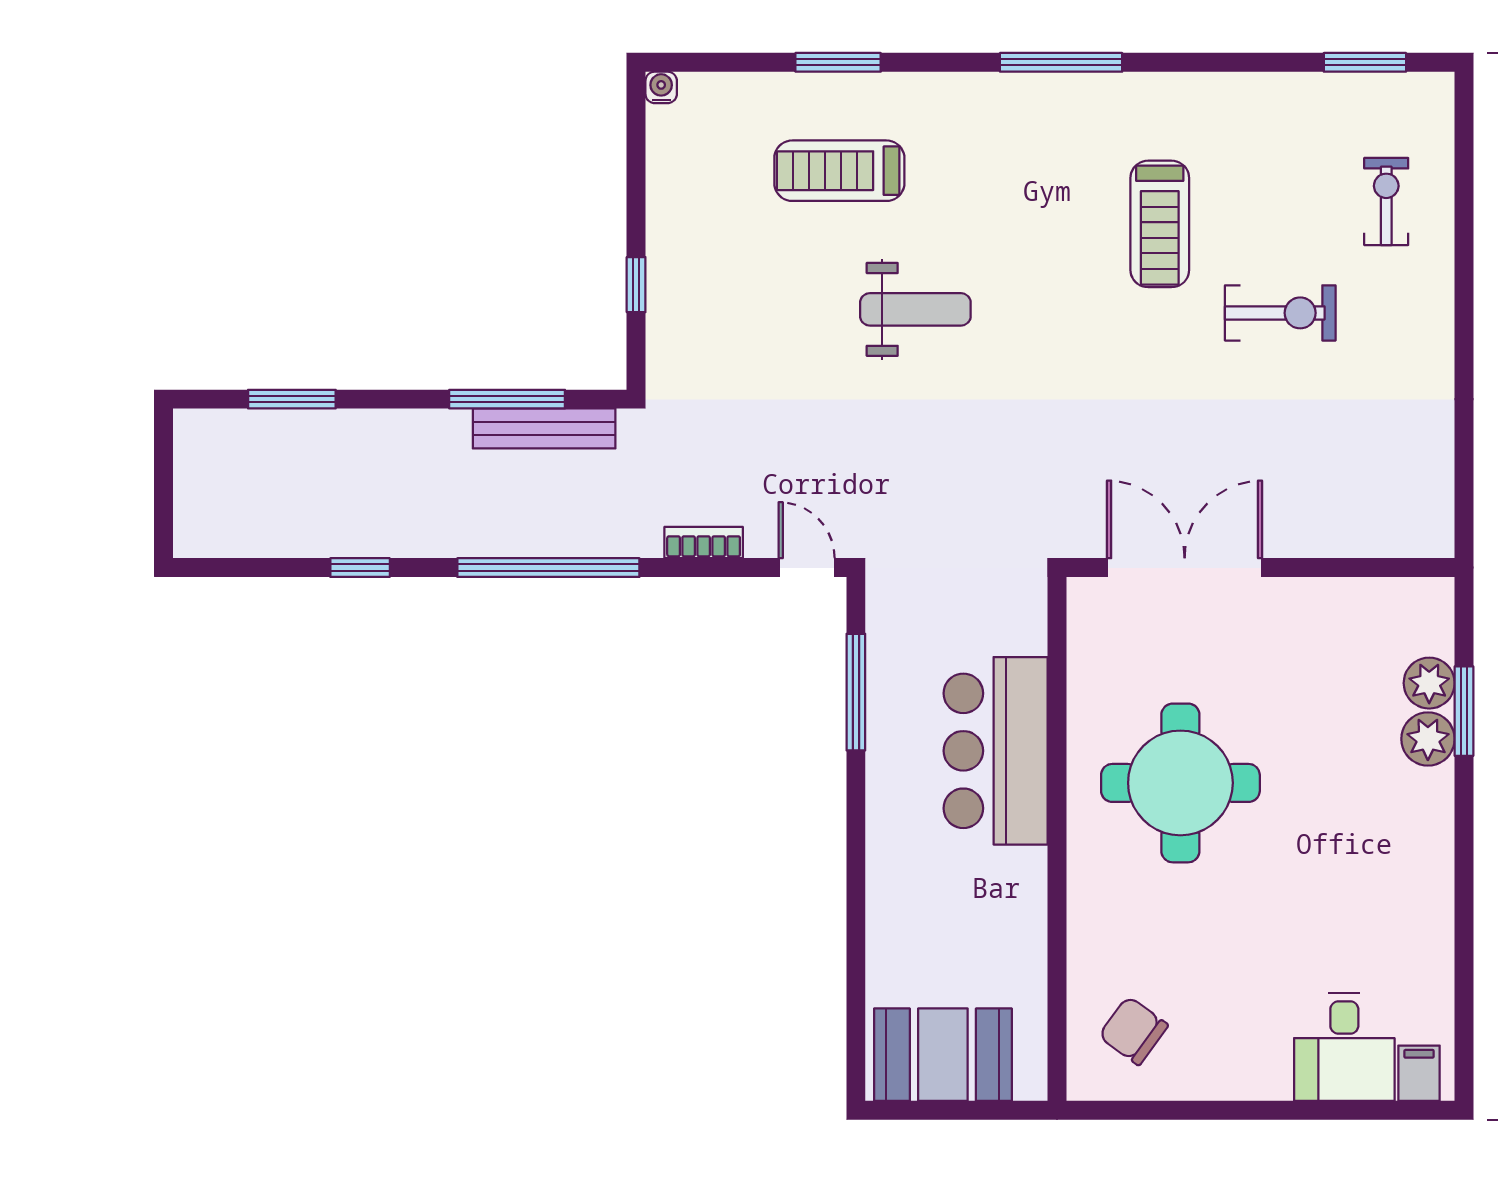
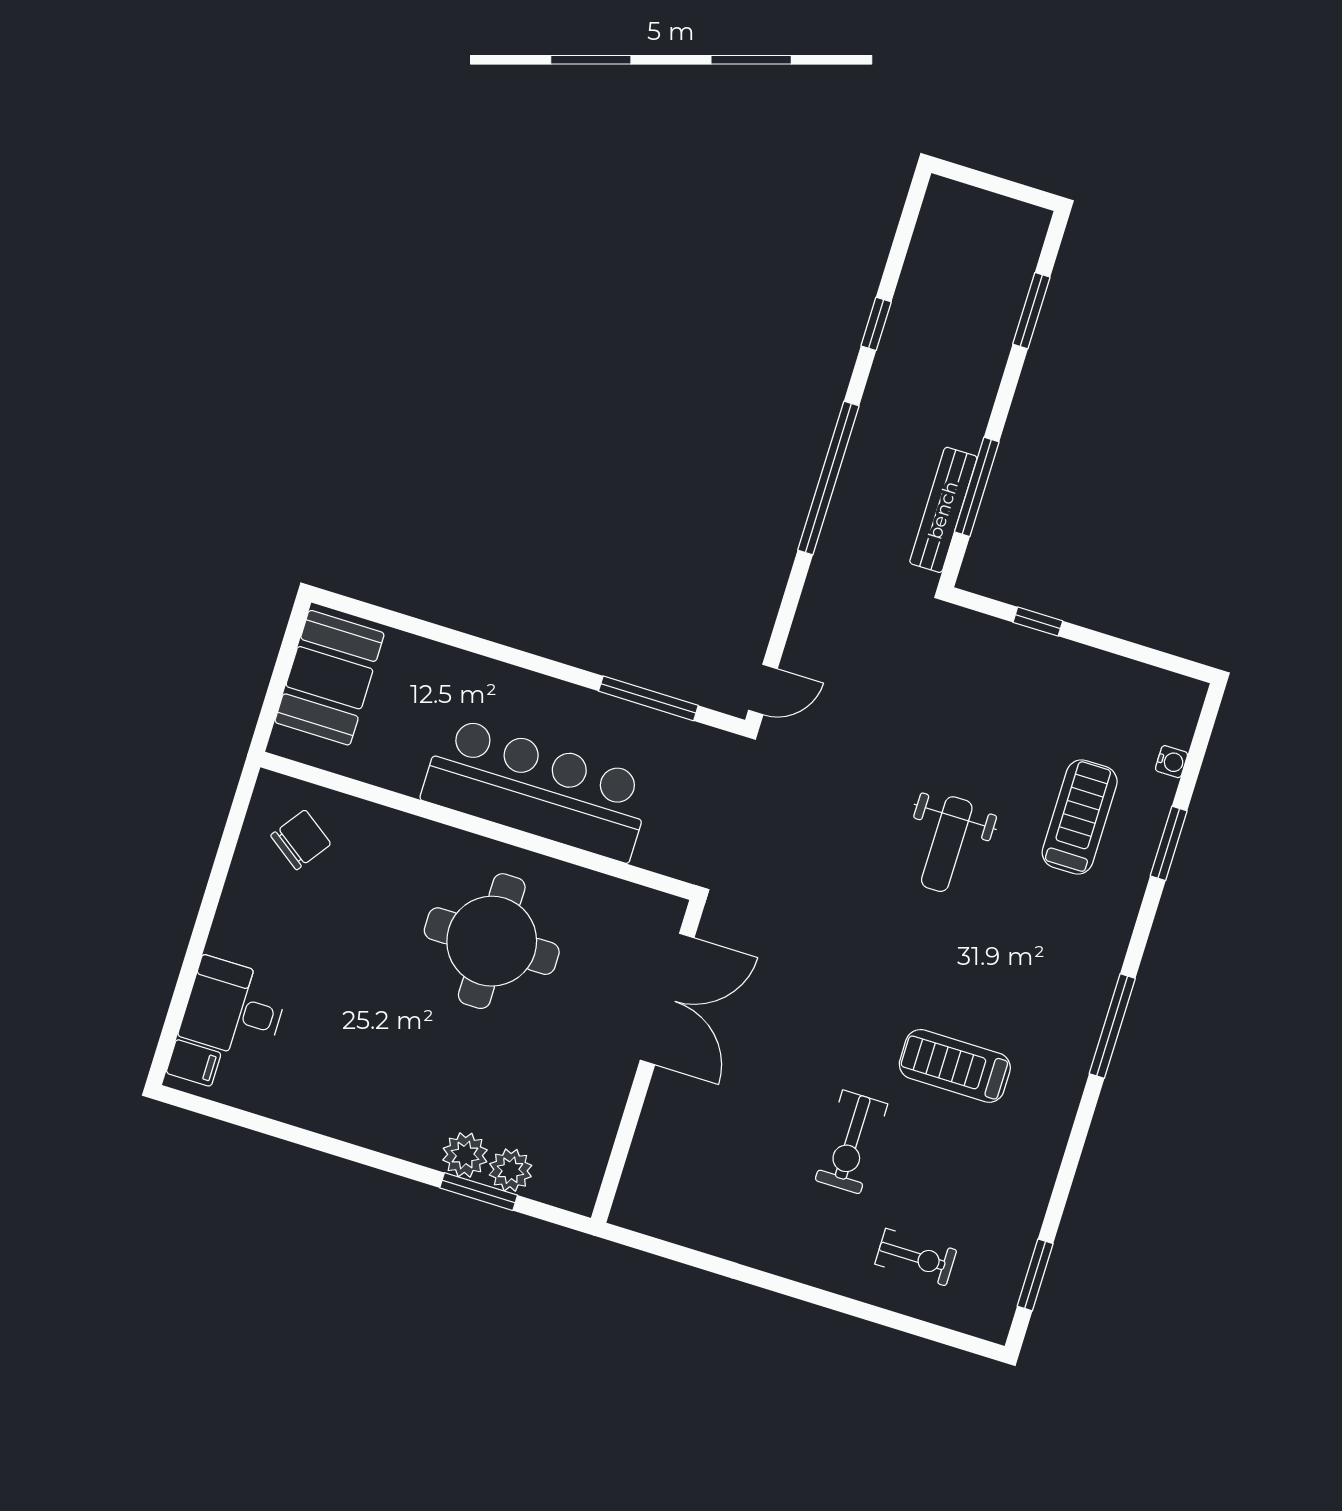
water cooler: (661, 87) -> (1171, 762), moved
bookcase: (704, 543) -> (810, 612), removed
bar counter: (996, 751) -> (537, 789), width x1.36

